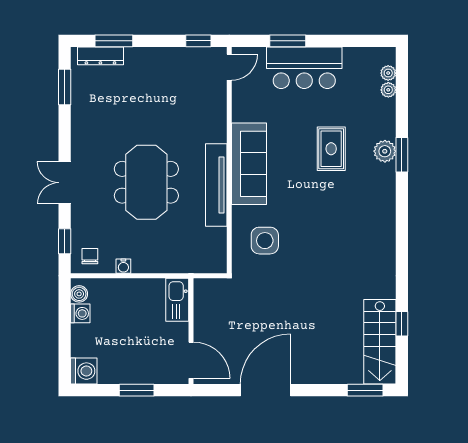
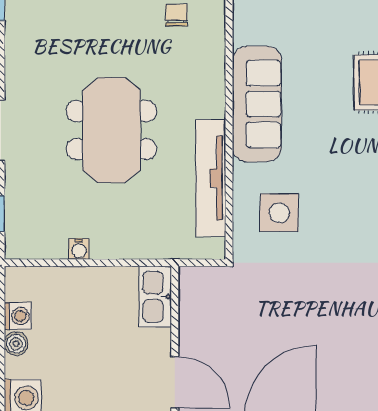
tv unit: (216, 185) -> (211, 178), moved
chair: (90, 256) -> (176, 15), moved
boiler: (79, 294) -> (16, 344), moved

